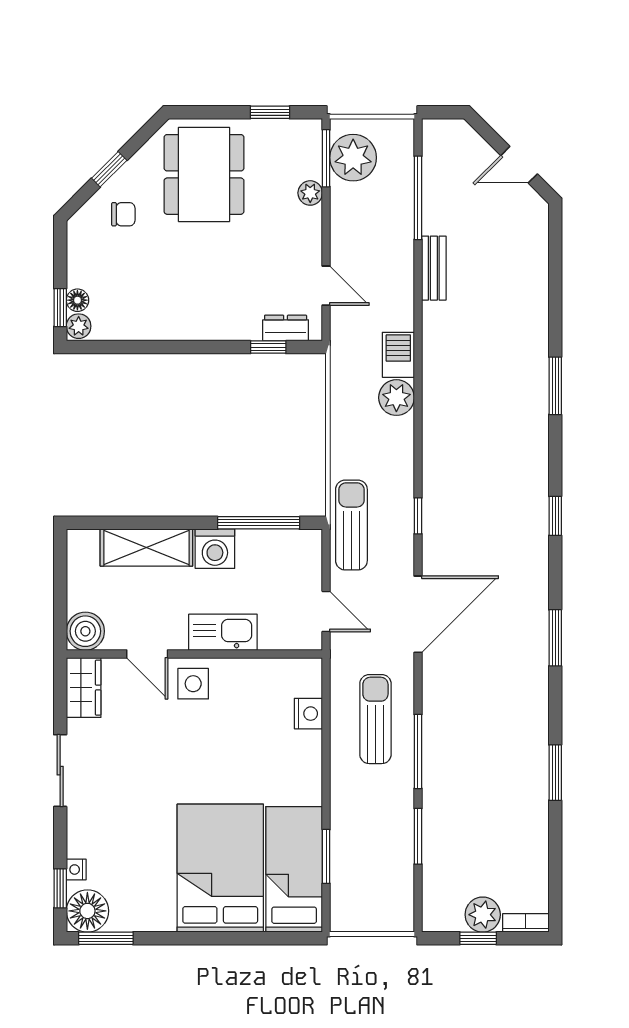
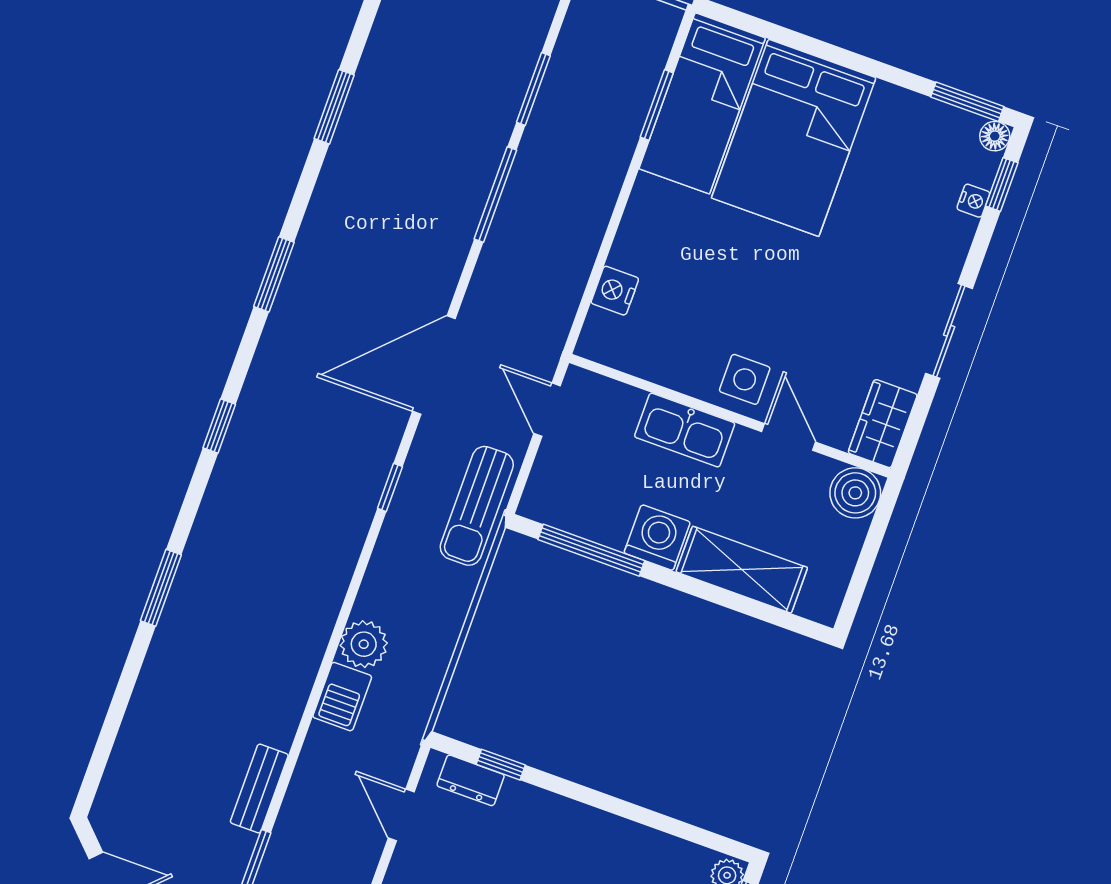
sun lounger: (375, 719) -> (534, 254), removed
floor lamp: (87, 911) -> (995, 136), width x0.53, depth x0.53

